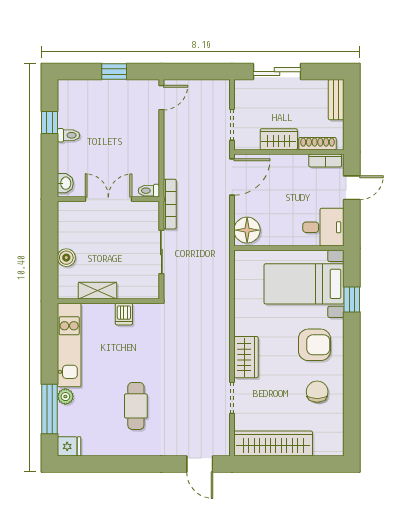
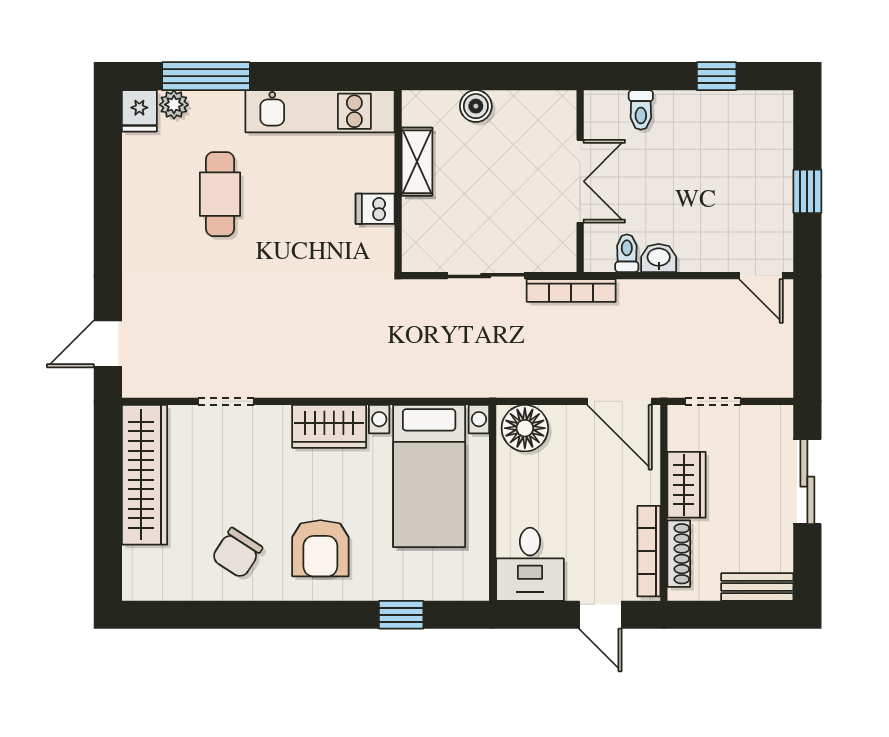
toilet: (68, 135) -> (641, 110), moved
bookcase: (325, 160) -> (649, 551), width x1.56
washbasin: (65, 183) -> (659, 258), moved, turned 180
toilet: (149, 191) -> (627, 253), moved
bed with nightstands: (304, 284) -> (429, 476), moved, turned 180
wardrobe: (246, 357) -> (329, 426), moved
chair: (317, 392) -> (237, 553), turned 123
plant: (65, 397) -> (174, 105), moved
cafe table: (136, 406) -> (220, 194), moved, turned 90

